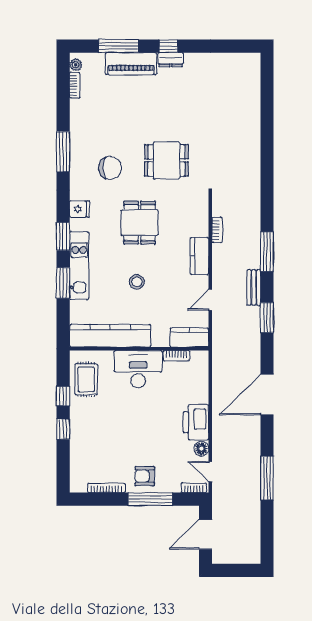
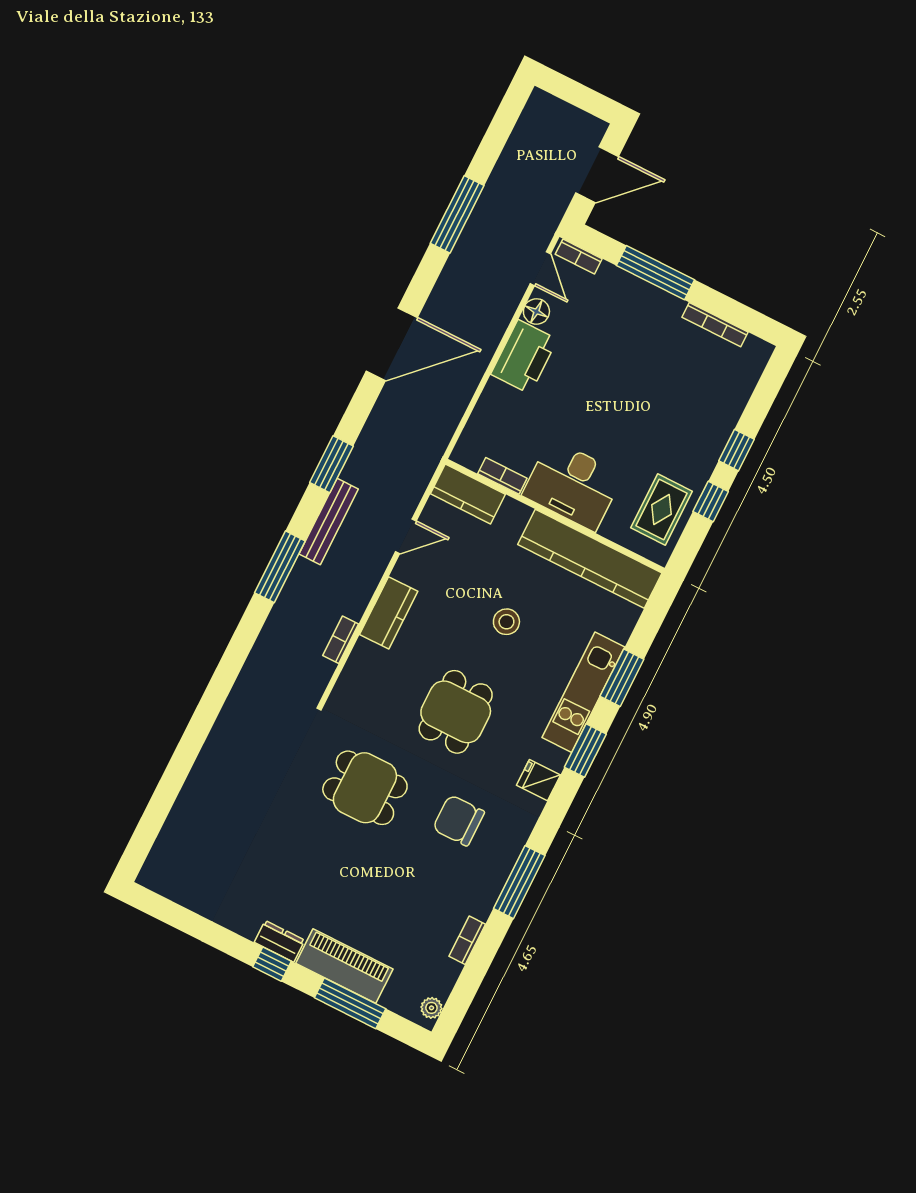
bookcase: (75, 85) -> (467, 940), moved
bench: (254, 287) -> (329, 522), width x1.36
armchair: (145, 476) -> (646, 313), removed

